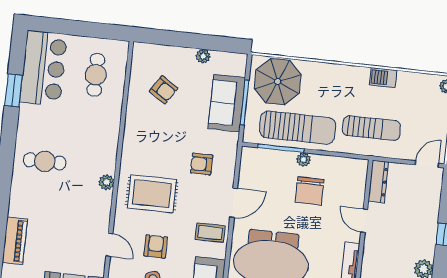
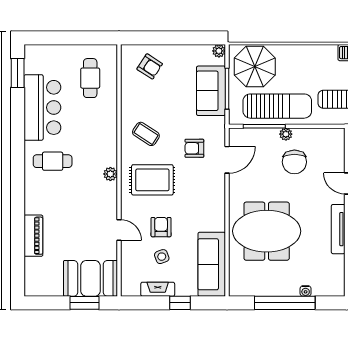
plant: (203, 56) -> (219, 51), moved
bar counter: (43, 68) -> (42, 107), moved
window: (14, 90) -> (18, 73), moved
armchair: (164, 90) -> (150, 66), moved
door: (234, 203) -> (227, 160), moved
coffee table: (210, 233) -> (146, 134), moved, turned 33

